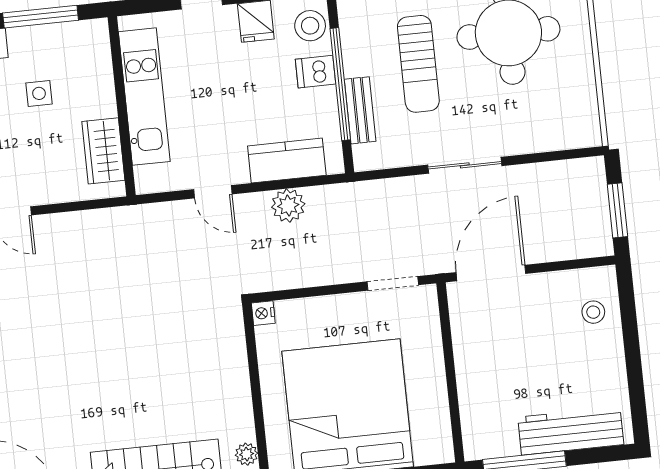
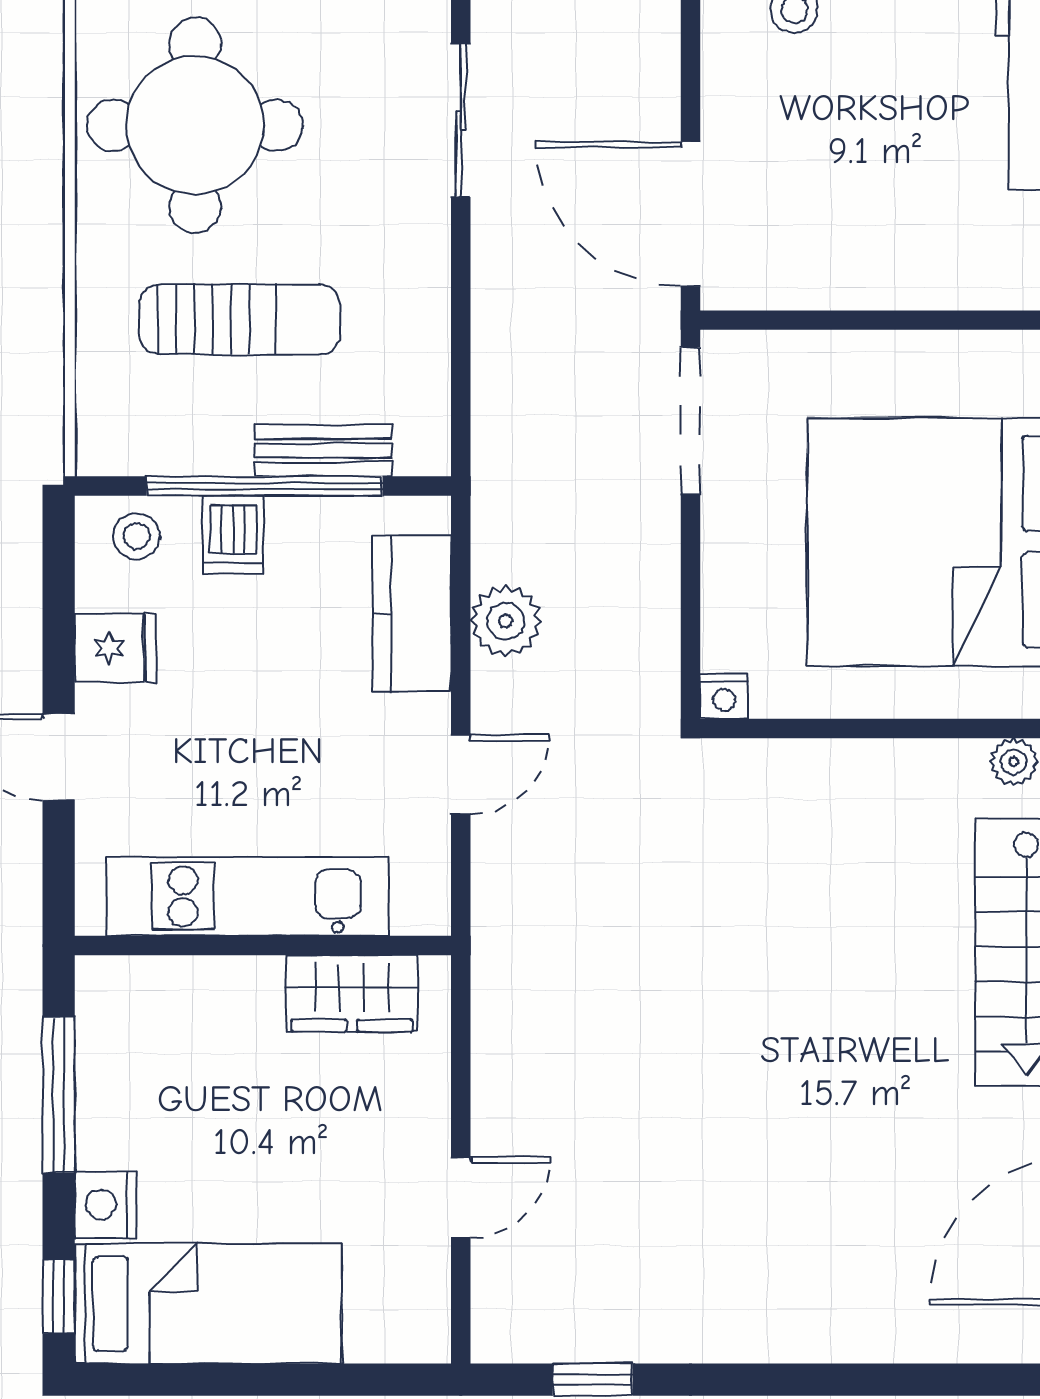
stool: (310, 26) -> (137, 536), width x0.73, depth x0.73
side table: (39, 93) -> (218, 1115), removed
sliding door: (465, 165) -> (461, 120), moved
doorway: (393, 283) -> (690, 421), width x1.38

